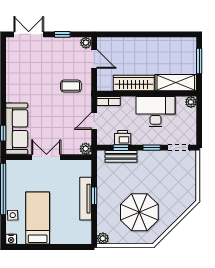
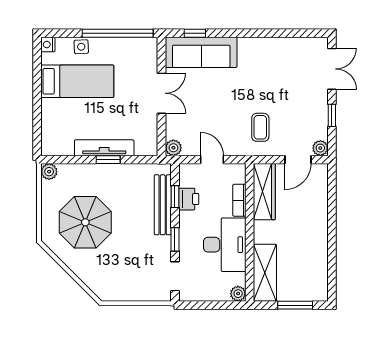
wardrobe: (134, 83) -> (264, 192), moved
bookcase: (109, 101) -> (239, 200), moved
bench: (121, 156) -> (163, 205), width x1.36

